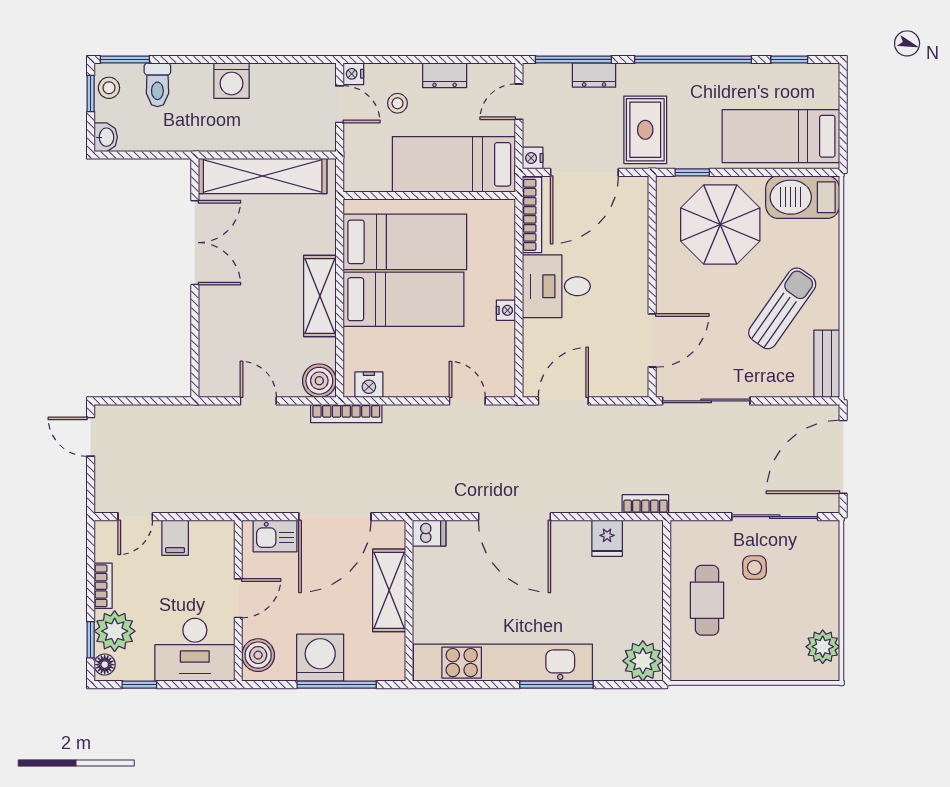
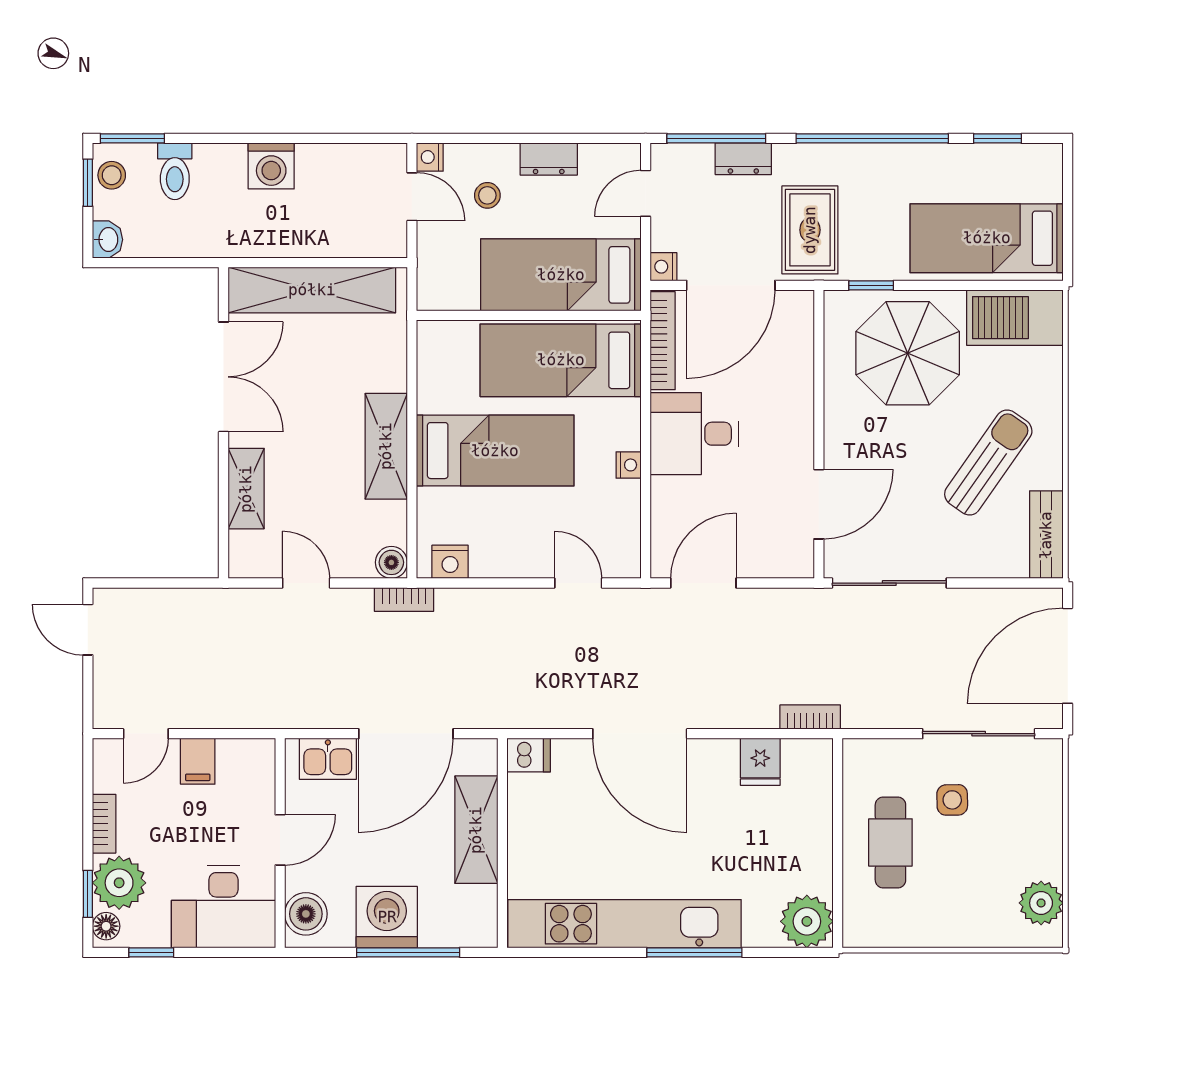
bed: (405, 242) -> (561, 360), moved, turned 180
shelving: (212, 328) -> (246, 489), added
boiler: (319, 381) -> (391, 562), width x0.73, depth x0.73
bookcase: (346, 414) -> (404, 599), width x0.64

